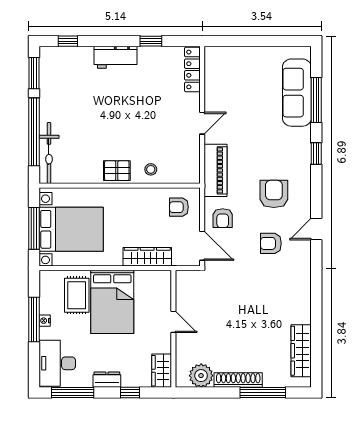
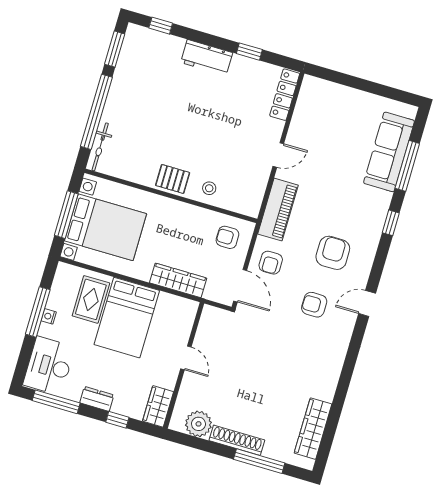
bicycle: (49, 153) -> (100, 147), width x0.73, depth x0.71

